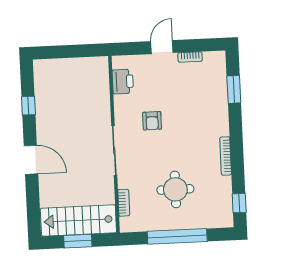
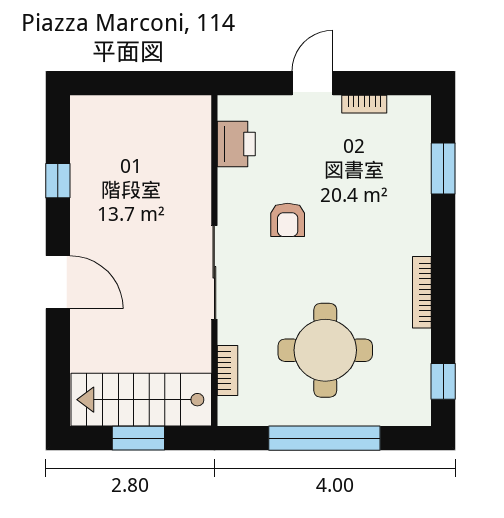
round table: (175, 189) -> (325, 350), width x1.36, depth x1.36

